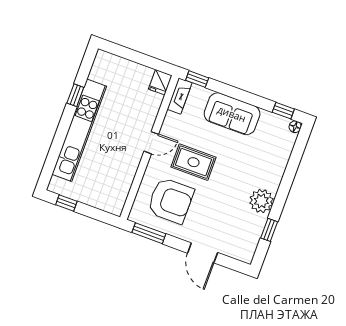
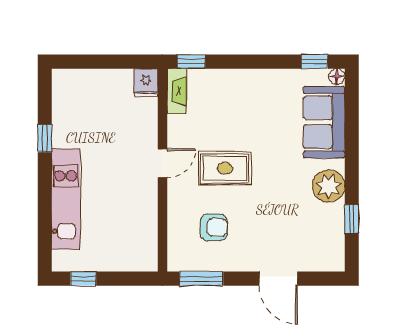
sofa: (232, 114) -> (324, 122), moved, turned 90
kitchen unit: (79, 130) -> (66, 199), width x0.73
armchair: (171, 201) -> (214, 227), width x0.53, depth x0.53

